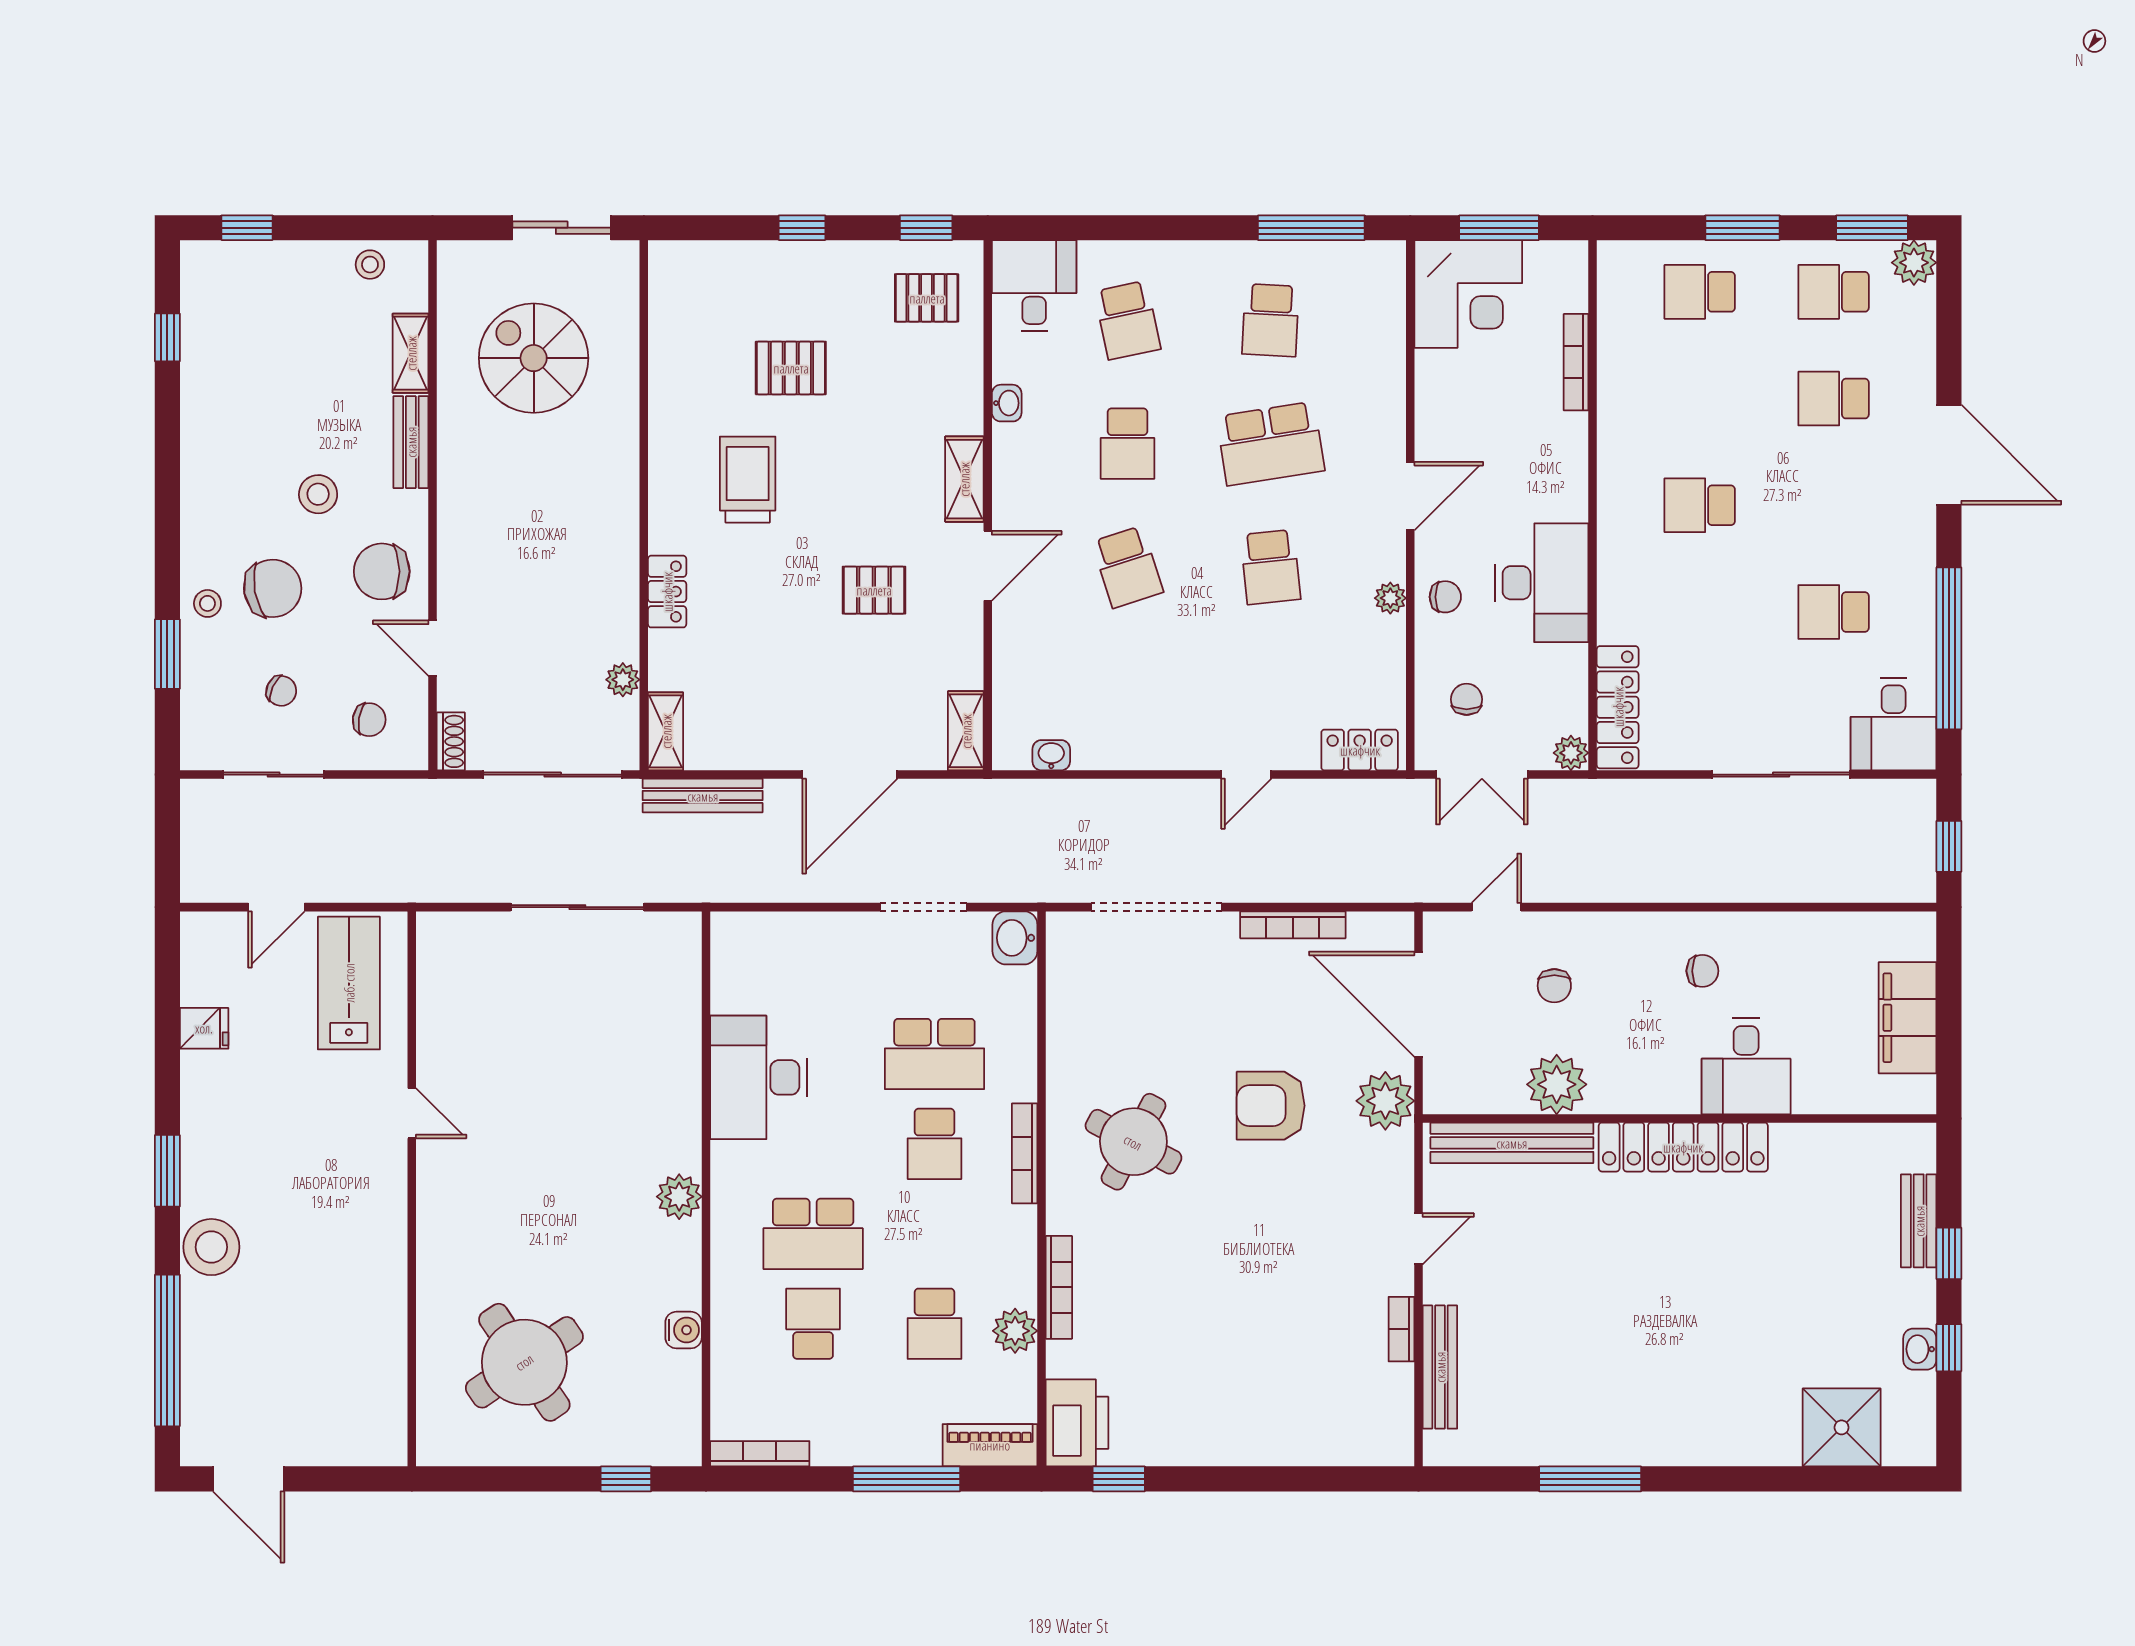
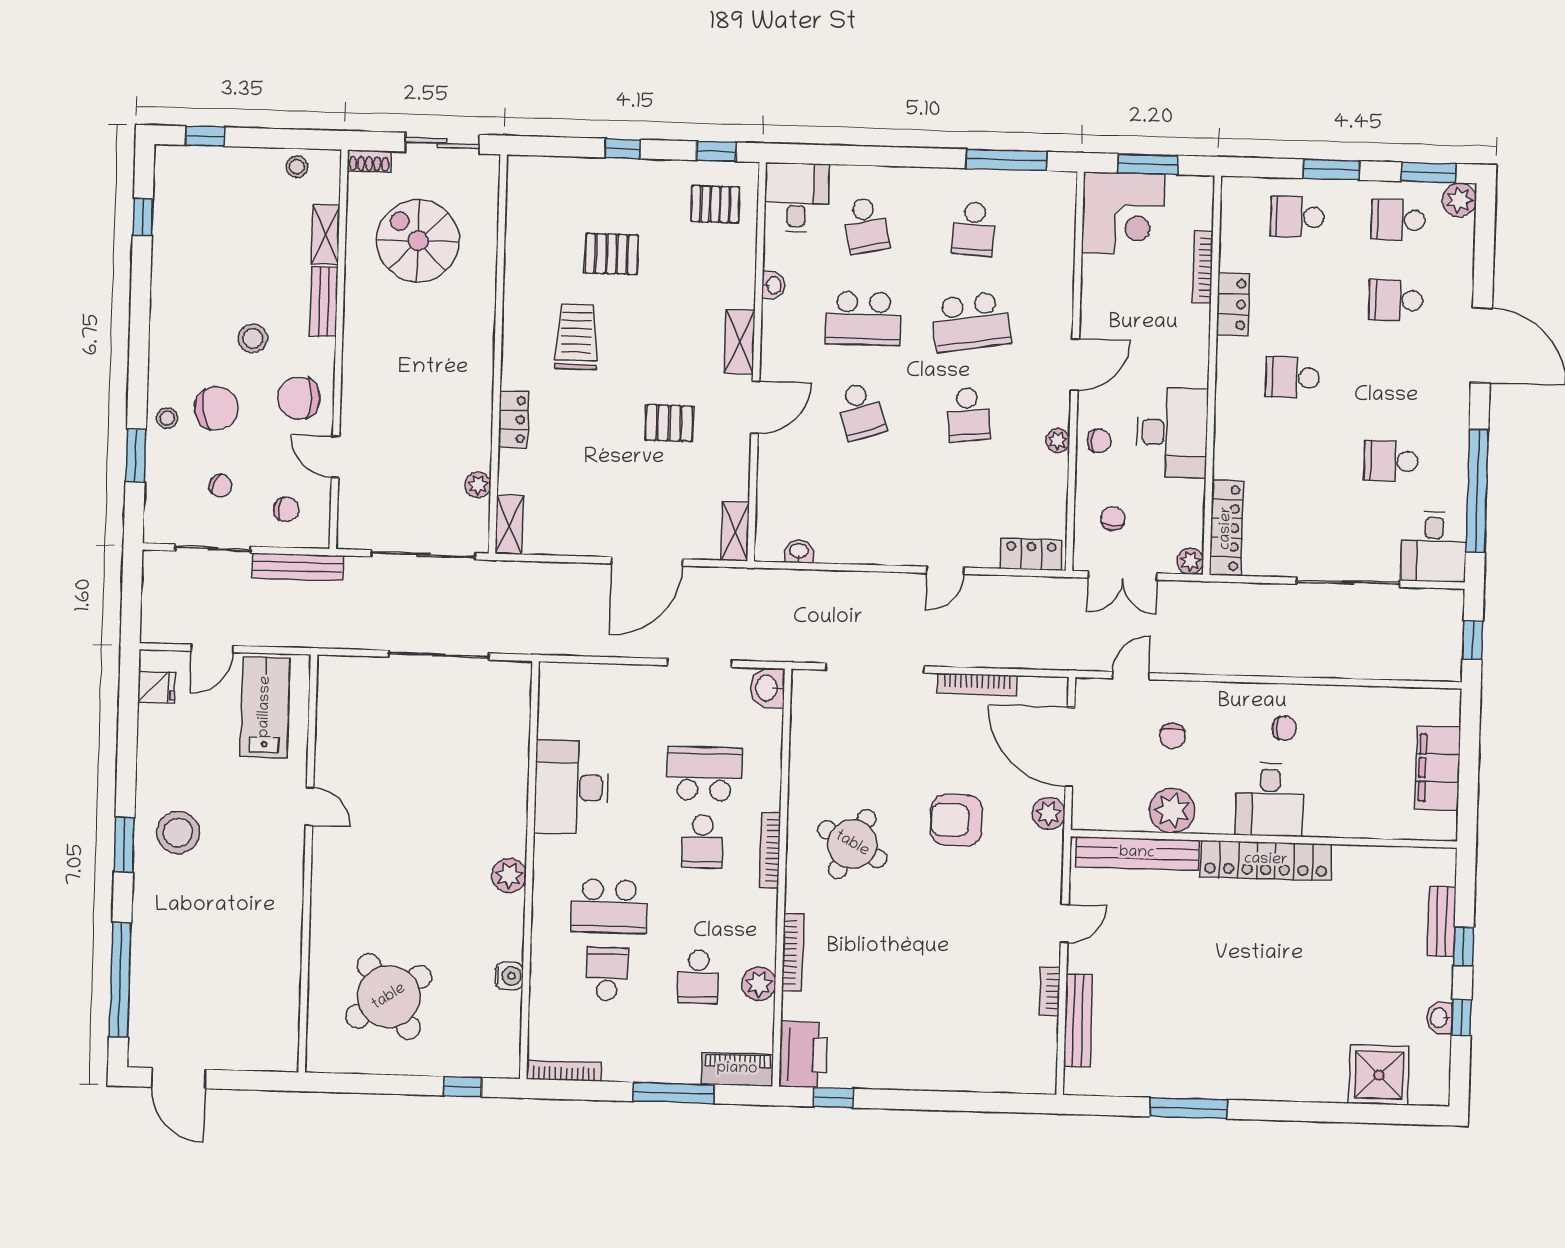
locker: (1618, 410) -> (1233, 304), added
school desk: (1127, 444) -> (863, 318), width x1.85
shoe rack: (451, 741) -> (369, 161), moved, turned 90
bench: (703, 796) -> (298, 567), moved
fridge: (204, 1028) -> (157, 687), moved
school desk: (934, 1054) -> (704, 774), turned 180
desk: (1746, 1066) -> (1270, 800), moved
plant: (1385, 1101) -> (1049, 813), width x0.73, depth x0.73
stool: (211, 1247) -> (178, 832), moved

